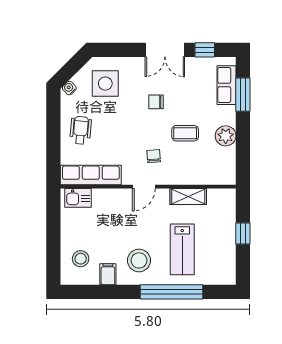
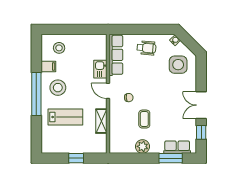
chair: (156, 102) -> (166, 99), removed
kitchen sink: (78, 198) -> (100, 69), moved
lab bench: (182, 249) -> (65, 117), turned 180
window: (171, 292) -> (36, 94), moved

